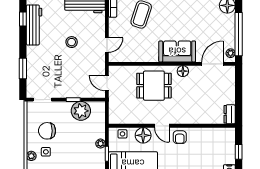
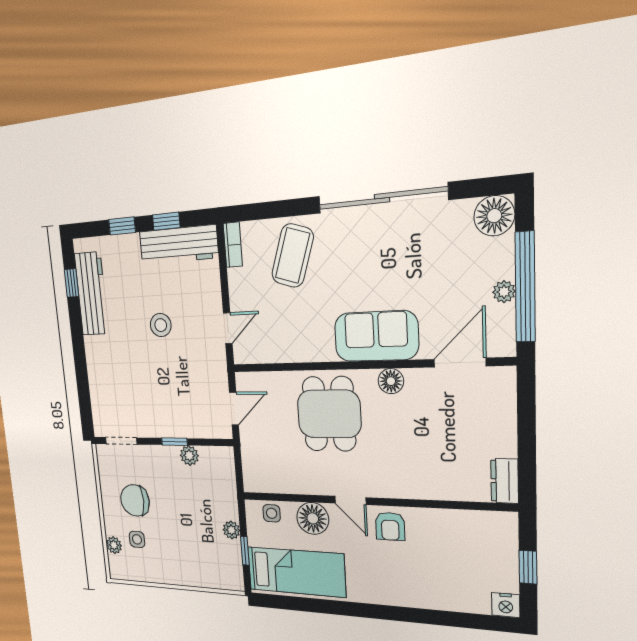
plant: (231, 53) -> (504, 292), moved
window: (23, 69) -> (82, 381), removed
door: (107, 83) -> (234, 409), swing flipped
dining table: (154, 86) -> (329, 414), turned 90
plant: (81, 111) -> (189, 456), width x0.53, depth x0.53

